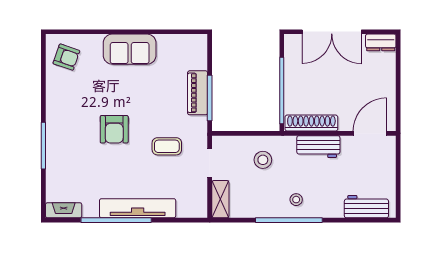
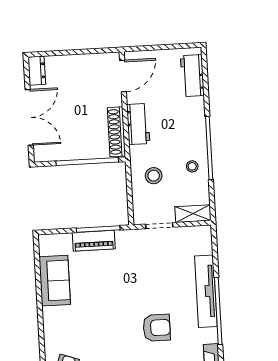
sofa: (130, 49) -> (55, 281), moved
armchair: (114, 129) -> (157, 328), moved
door: (370, 133) -> (123, 76), swing flipped
coffee table: (167, 146) -> (146, 267), removed
stool: (296, 200) -> (192, 166), moved

